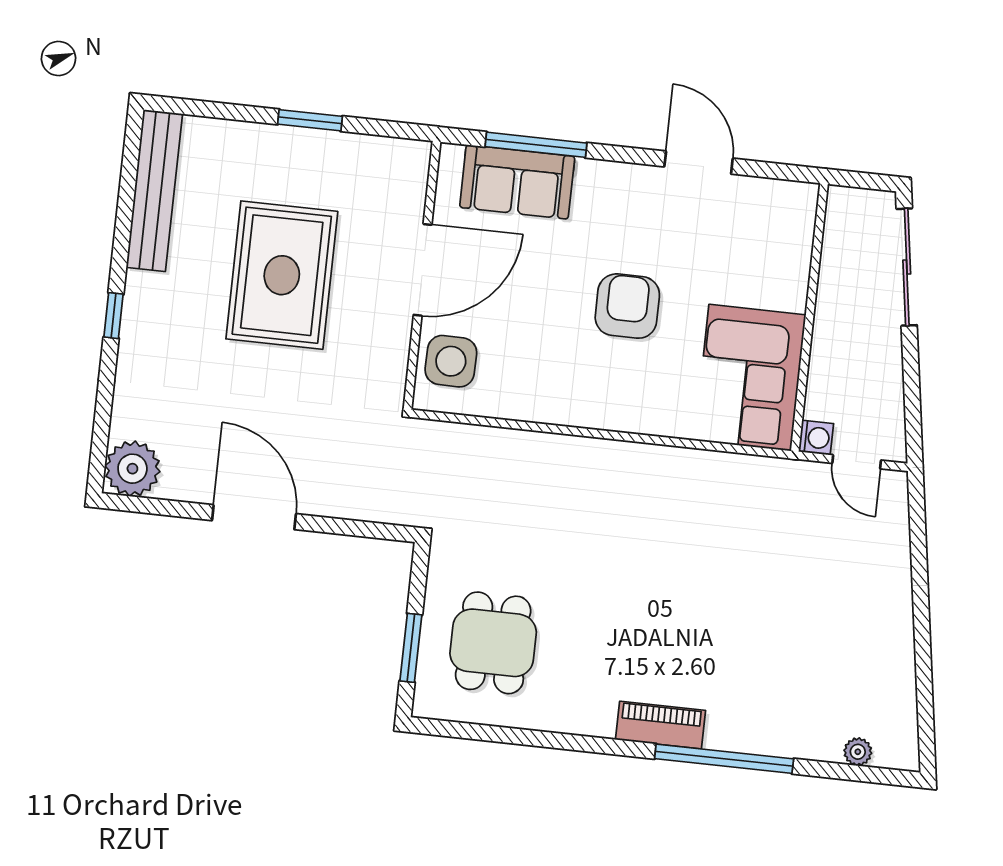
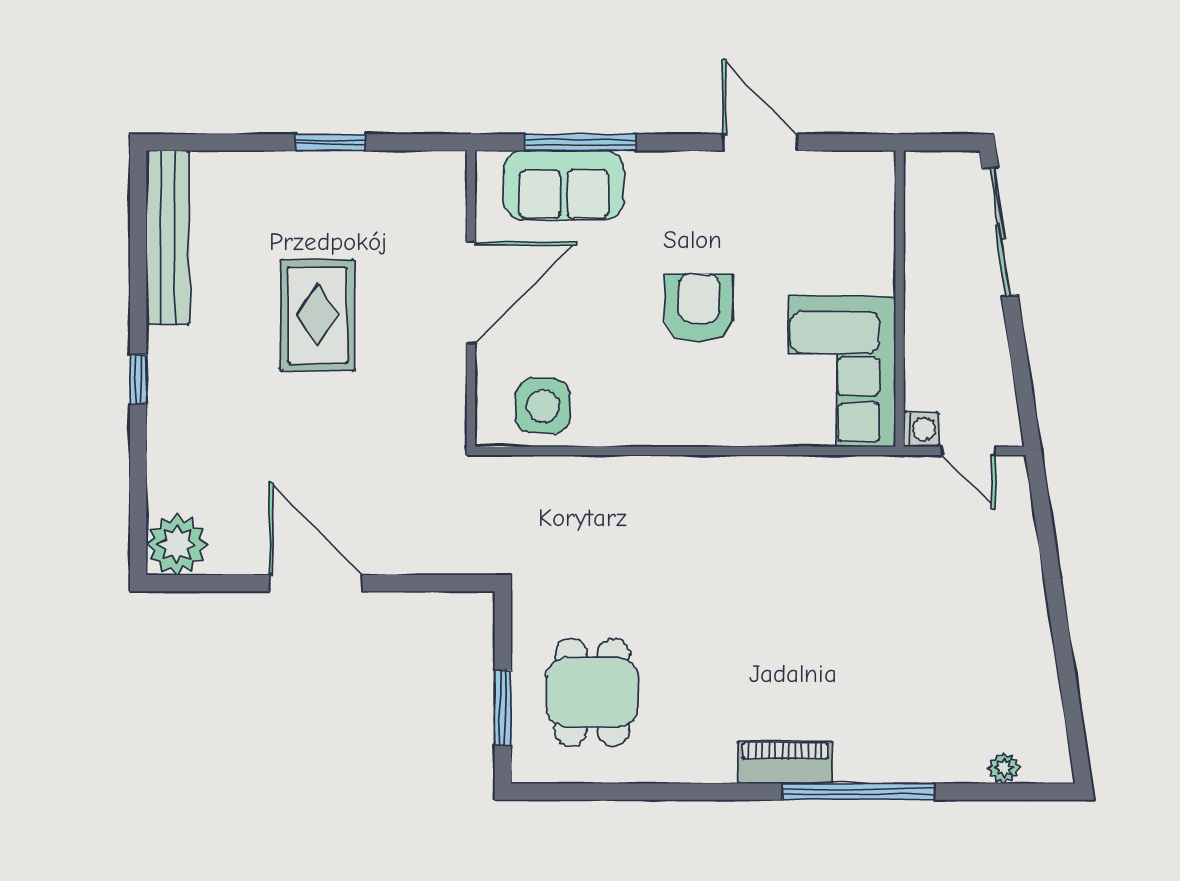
rug: (282, 275) -> (317, 315), width x0.73, depth x0.69
side table: (451, 361) -> (543, 406), moved

